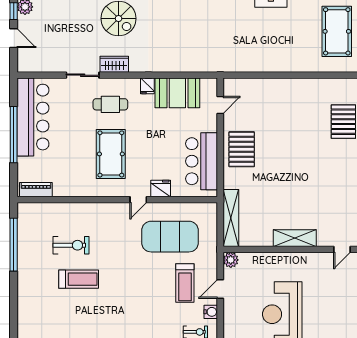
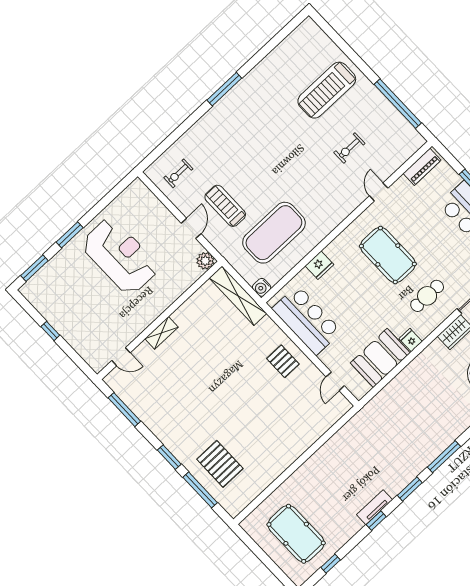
pallet: (242, 149) -> (283, 361), width x0.67, depth x0.71
door: (138, 200) -> (379, 192), moved
shelving: (295, 238) -> (162, 333), width x0.67, depth x0.75
exercise bike: (71, 245) -> (349, 148), width x0.73, depth x0.72
door: (342, 249) -> (121, 357), swing flipped
treadmill: (79, 279) -> (327, 90), moved, width x1.37, depth x1.38
water cooler: (211, 312) -> (262, 287), moved

